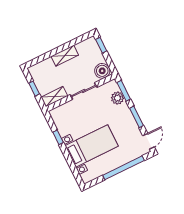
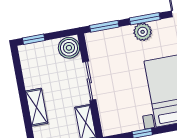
shelving: (65, 56) -> (37, 107), moved
plant: (117, 98) -> (143, 32), moved

